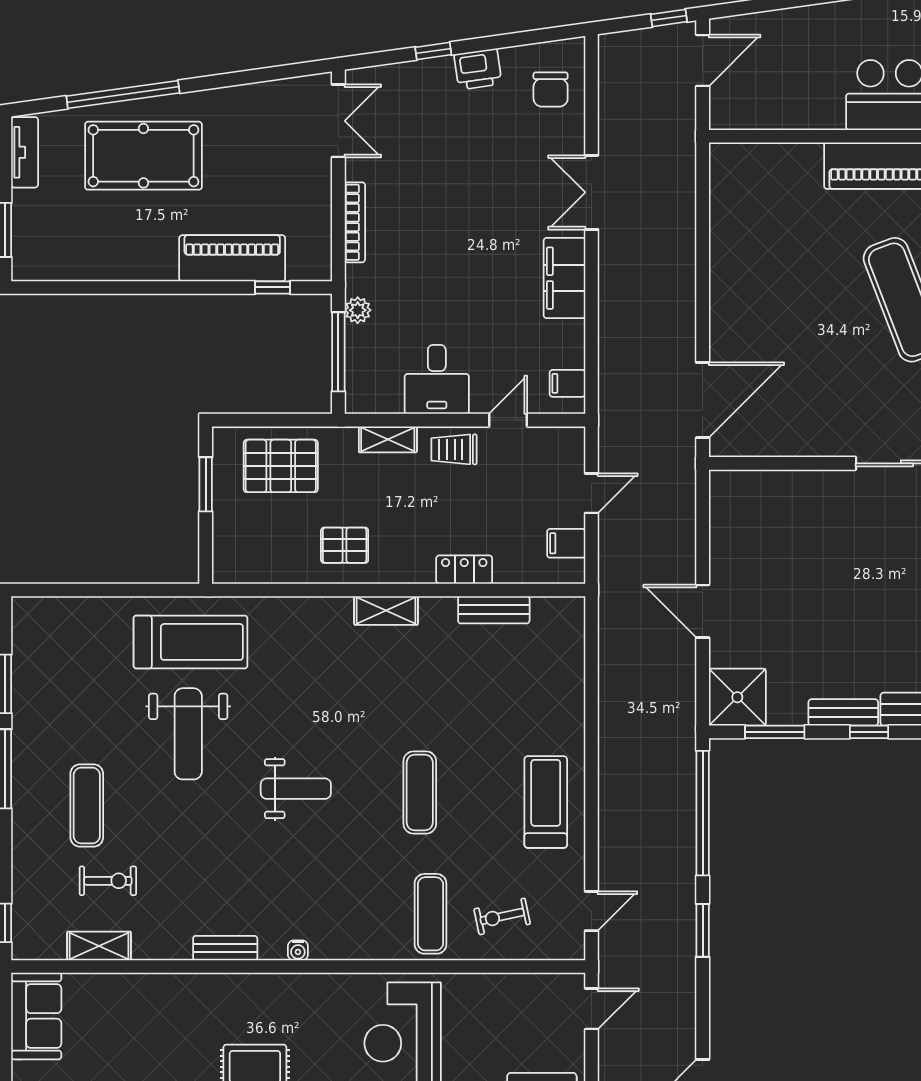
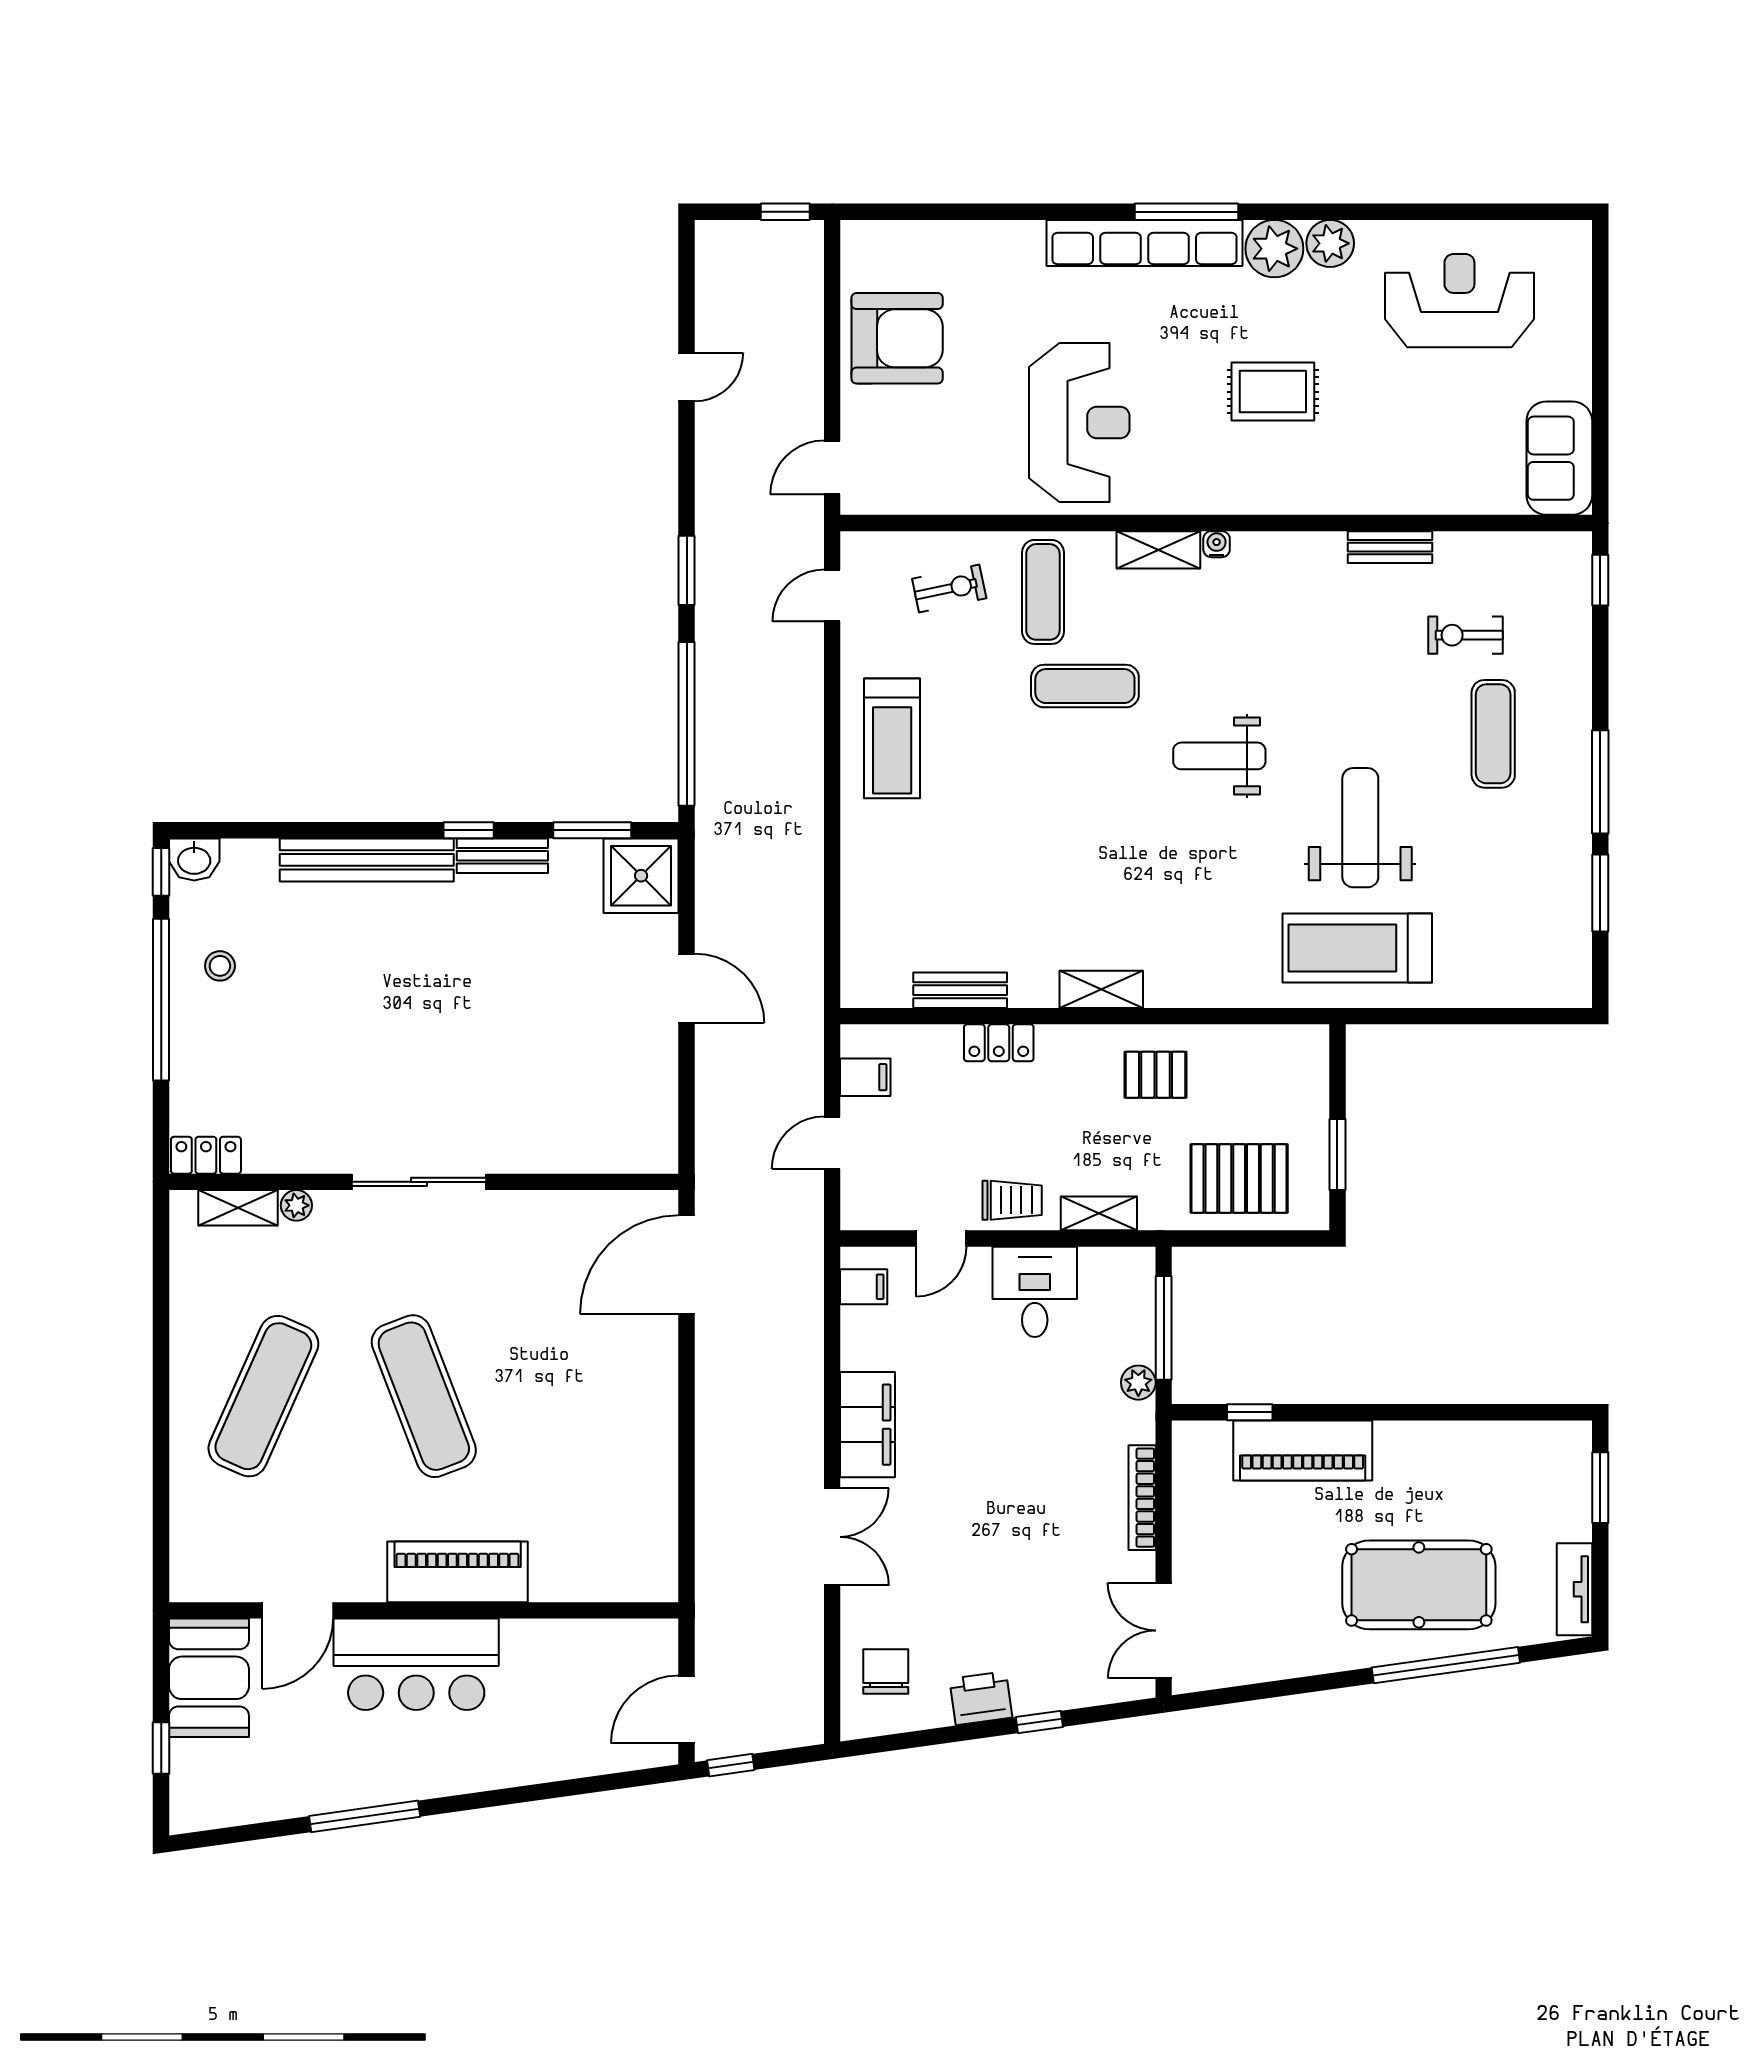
exercise mat: (420, 792) -> (1085, 686), moved, turned 90
shelving: (99, 946) -> (1158, 550), moved
bench: (225, 948) -> (1390, 547), moved

